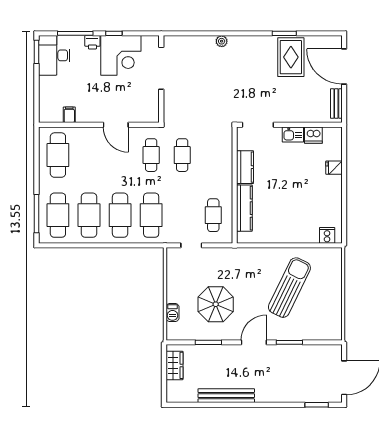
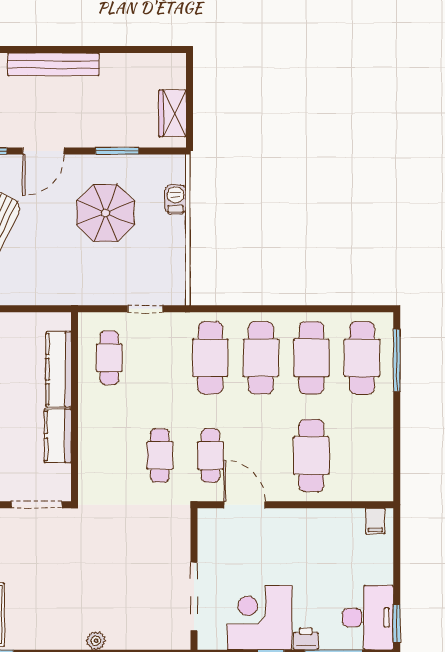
filing cabinet: (69, 115) -> (375, 521), moved
door: (116, 125) -> (245, 505), moved
cafe table: (58, 155) -> (311, 455), moved
bench: (226, 396) -> (53, 64), moved

